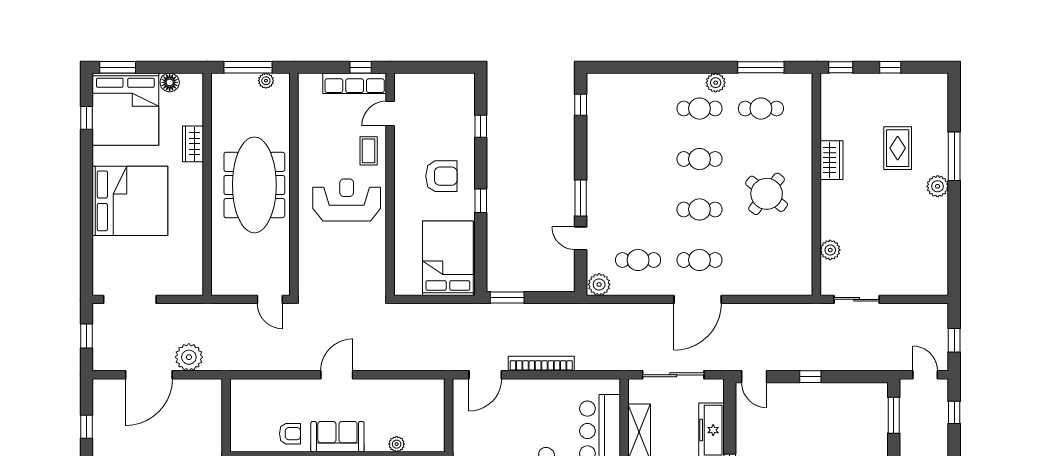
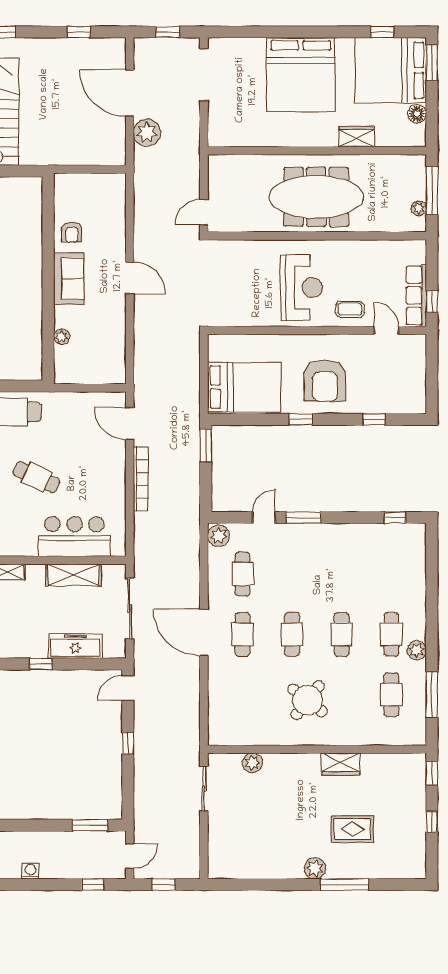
armchair: (441, 176) -> (325, 381), width x1.36, depth x1.36

